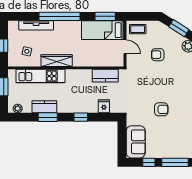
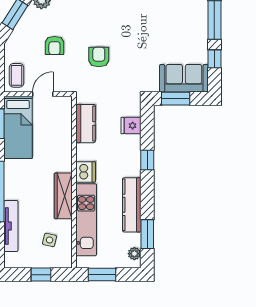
dishwasher: (73, 76) -> (86, 172), added
kitchen counter: (44, 107) -> (132, 205), width x1.50
armchair: (161, 109) -> (99, 57), moved
window: (48, 117) -> (147, 234), moved
window: (122, 136) -> (176, 99), added

